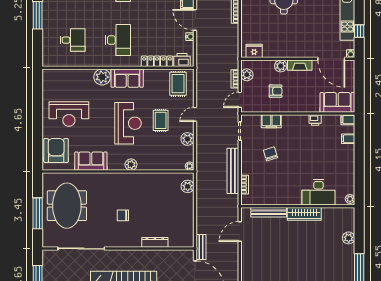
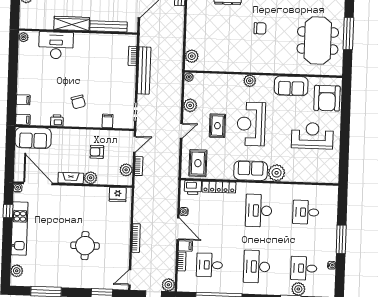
filing cabinet: (271, 121) -> (108, 121), width x0.50
chair: (270, 154) -> (78, 102), moved

